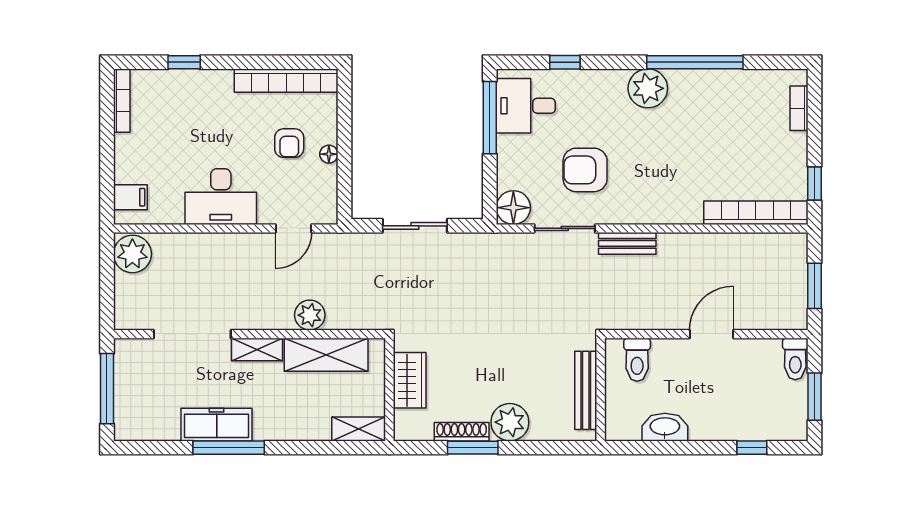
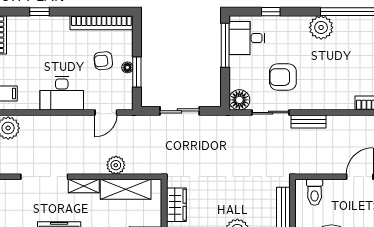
armchair: (289, 143) -> (103, 61), turned 84
window: (345, 162) -> (137, 72), added

